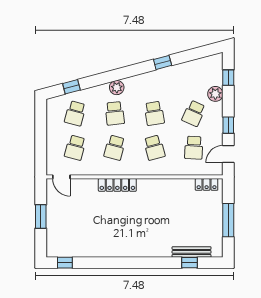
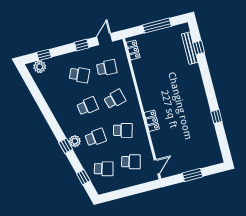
window: (163, 62) -> (66, 146), moved
plant: (215, 94) -> (40, 67), moved
door: (228, 154) -> (105, 39), swing flipped
locker: (117, 185) -> (152, 121), width x0.66
window: (65, 263) -> (216, 116), moved

